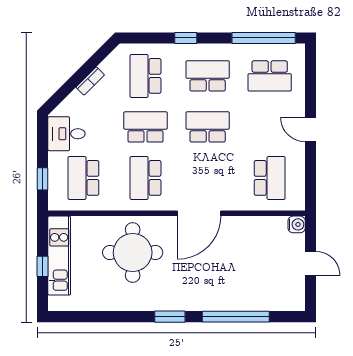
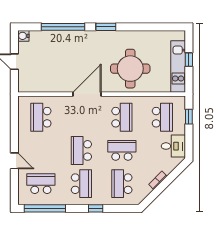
school desk: (146, 76) -> (122, 184), turned 180
school desk: (208, 76) -> (81, 184), turned -90
school desk: (146, 127) -> (122, 150), turned 180
school desk: (208, 127) -> (81, 150), turned 90
door: (310, 130) -> (14, 161), moved
water cooler: (297, 224) -> (23, 36), moved

